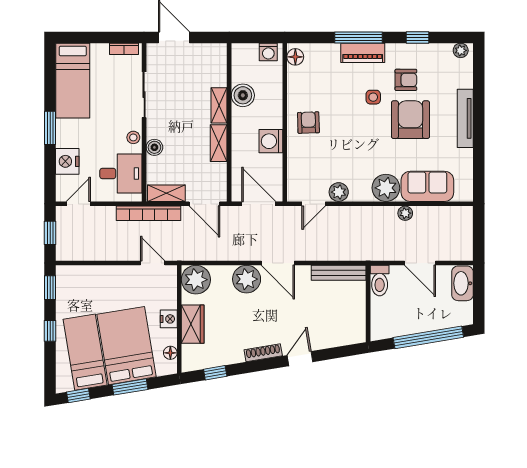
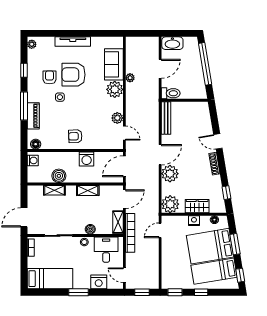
piano: (363, 53) -> (33, 116), moved
shelving: (219, 105) -> (54, 190), moved

